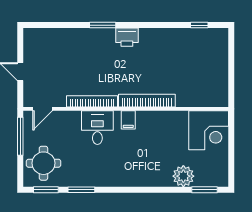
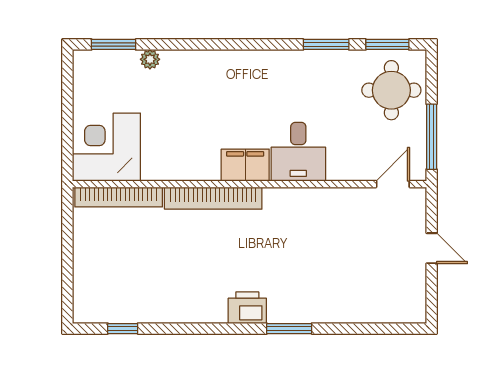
bookcase: (92, 101) -> (119, 197), moved
filing cabinet: (128, 120) -> (245, 165), width x2.00
plant: (183, 176) -> (150, 59), width x0.53, depth x0.53

